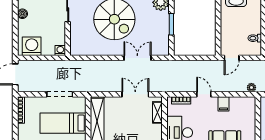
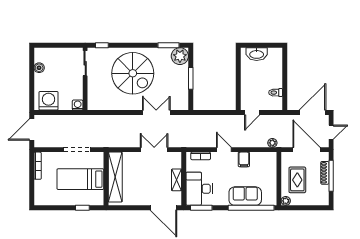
shelving: (157, 112) -> (177, 180), moved

